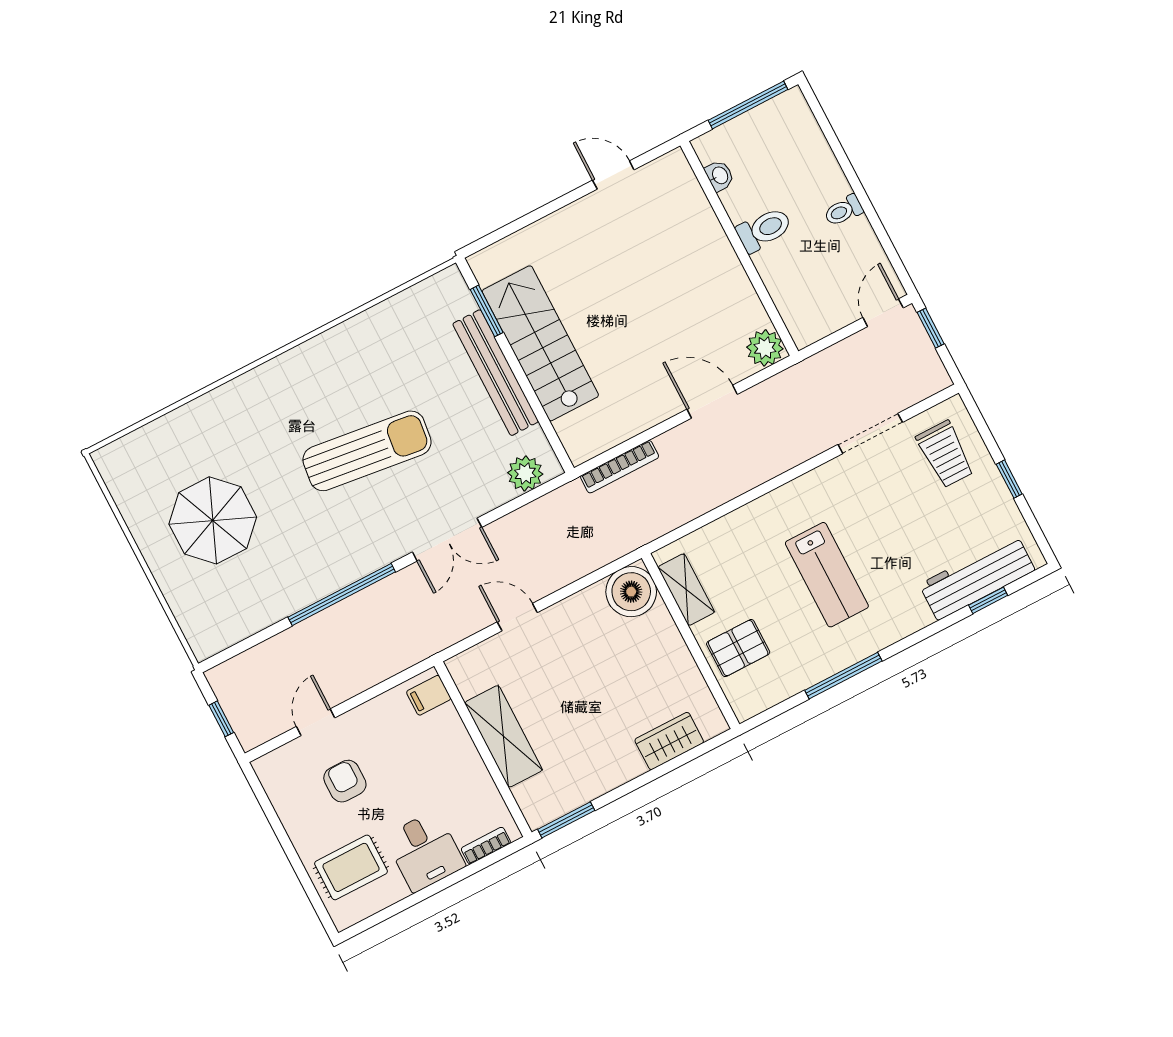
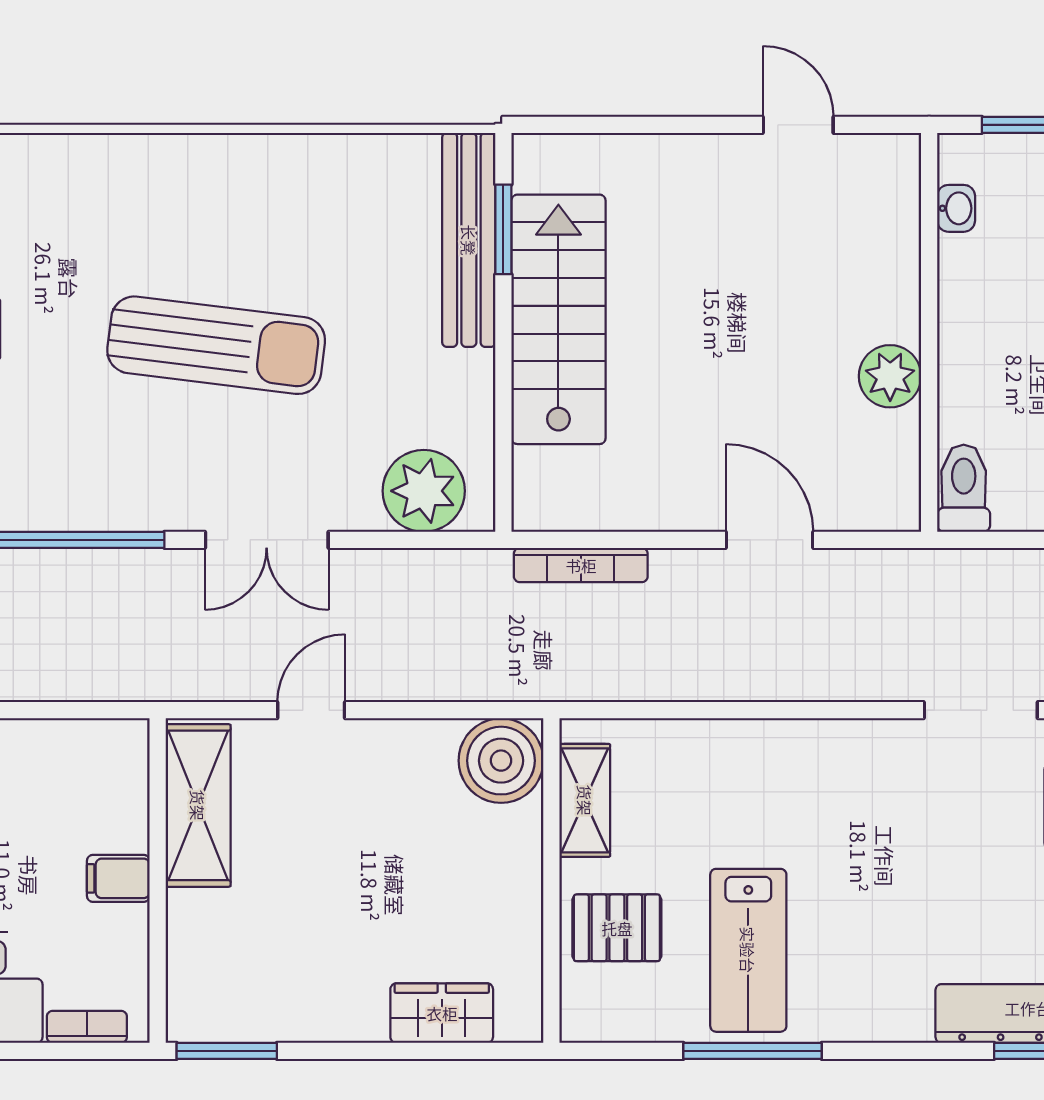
toilet: (764, 230) -> (964, 488), moved, turned -90
plant: (765, 348) -> (890, 376), moved
bench: (496, 373) -> (469, 240), moved
plant: (525, 473) -> (424, 491), width x1.36, depth x1.36
lab bench: (827, 575) -> (748, 950), moved
door: (517, 617) -> (311, 710), hinge flipped
filing cabinet: (429, 695) -> (118, 878), moved
shelving: (504, 736) -> (198, 805), moved

